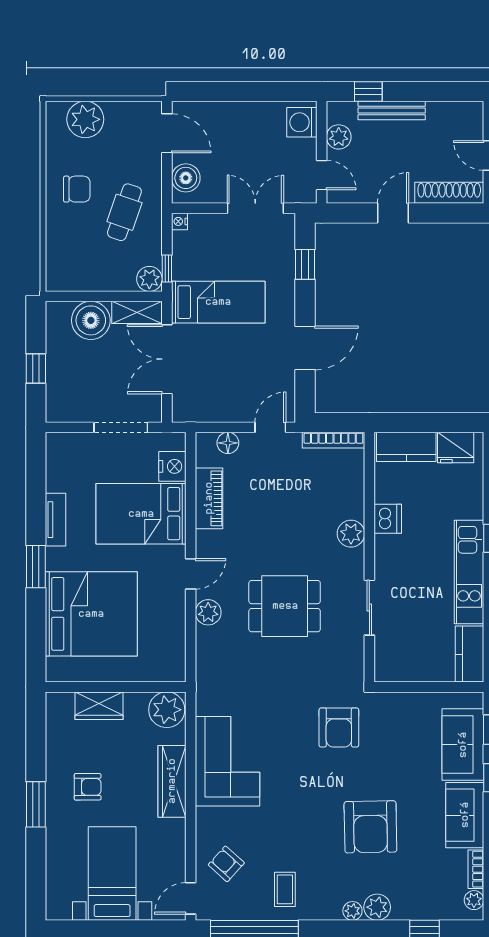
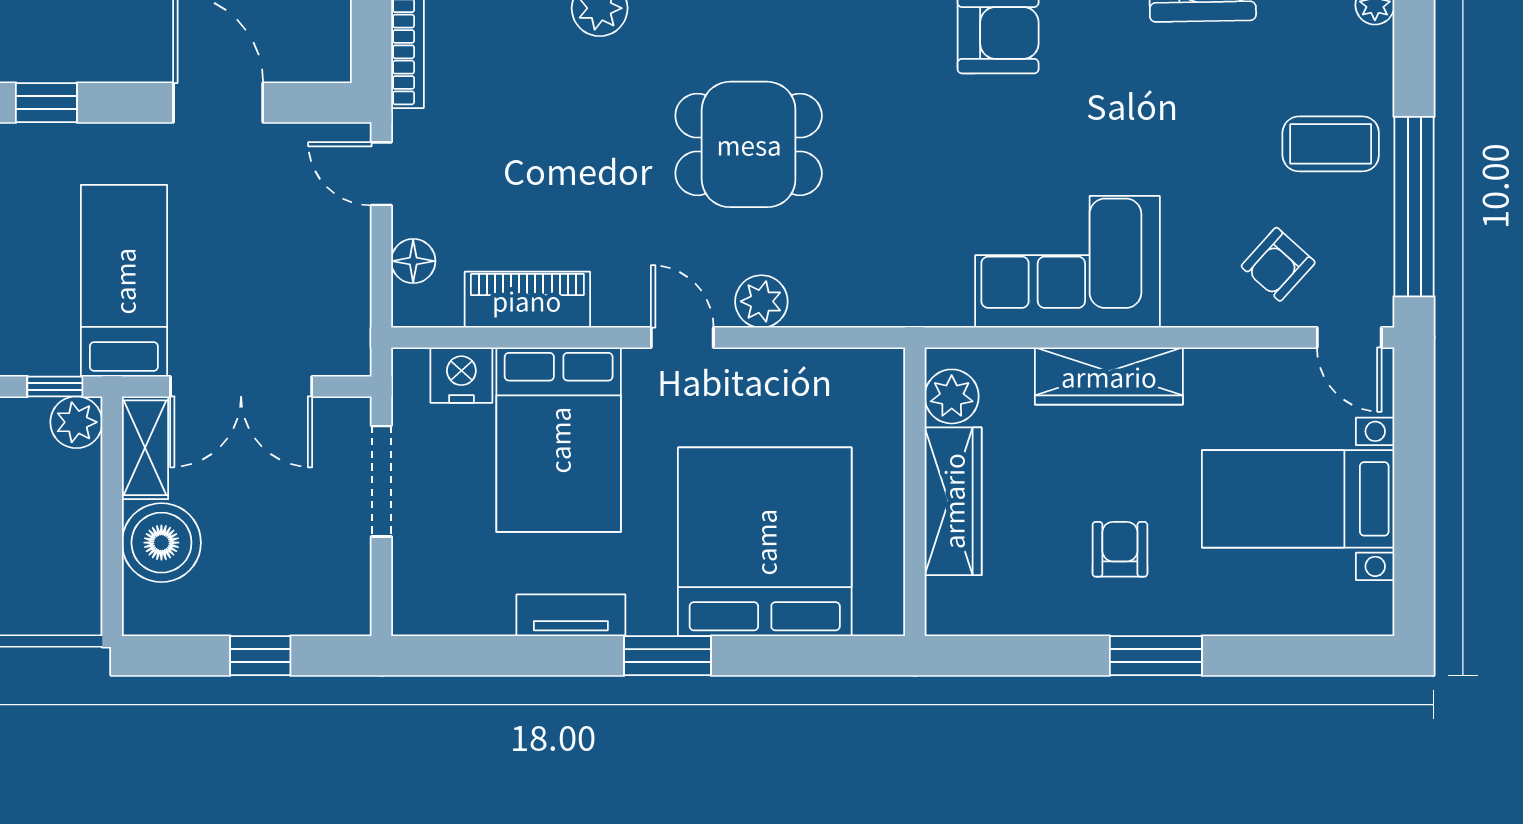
dining table: (285, 606) -> (749, 144), turned 90
wardrobe: (99, 706) -> (953, 501), width x1.50
plant: (167, 710) -> (952, 396), width x0.73, depth x0.73
coffee table: (285, 889) -> (1331, 144), width x1.36, depth x1.30

